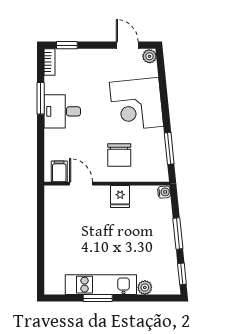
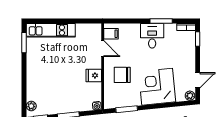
door: (81, 184) -> (103, 49), hinge flipped
kitchen unit: (101, 285) -> (51, 30), moved, turned 90
plant: (145, 287) -> (31, 106), moved
window: (98, 298) -> (24, 43), moved

